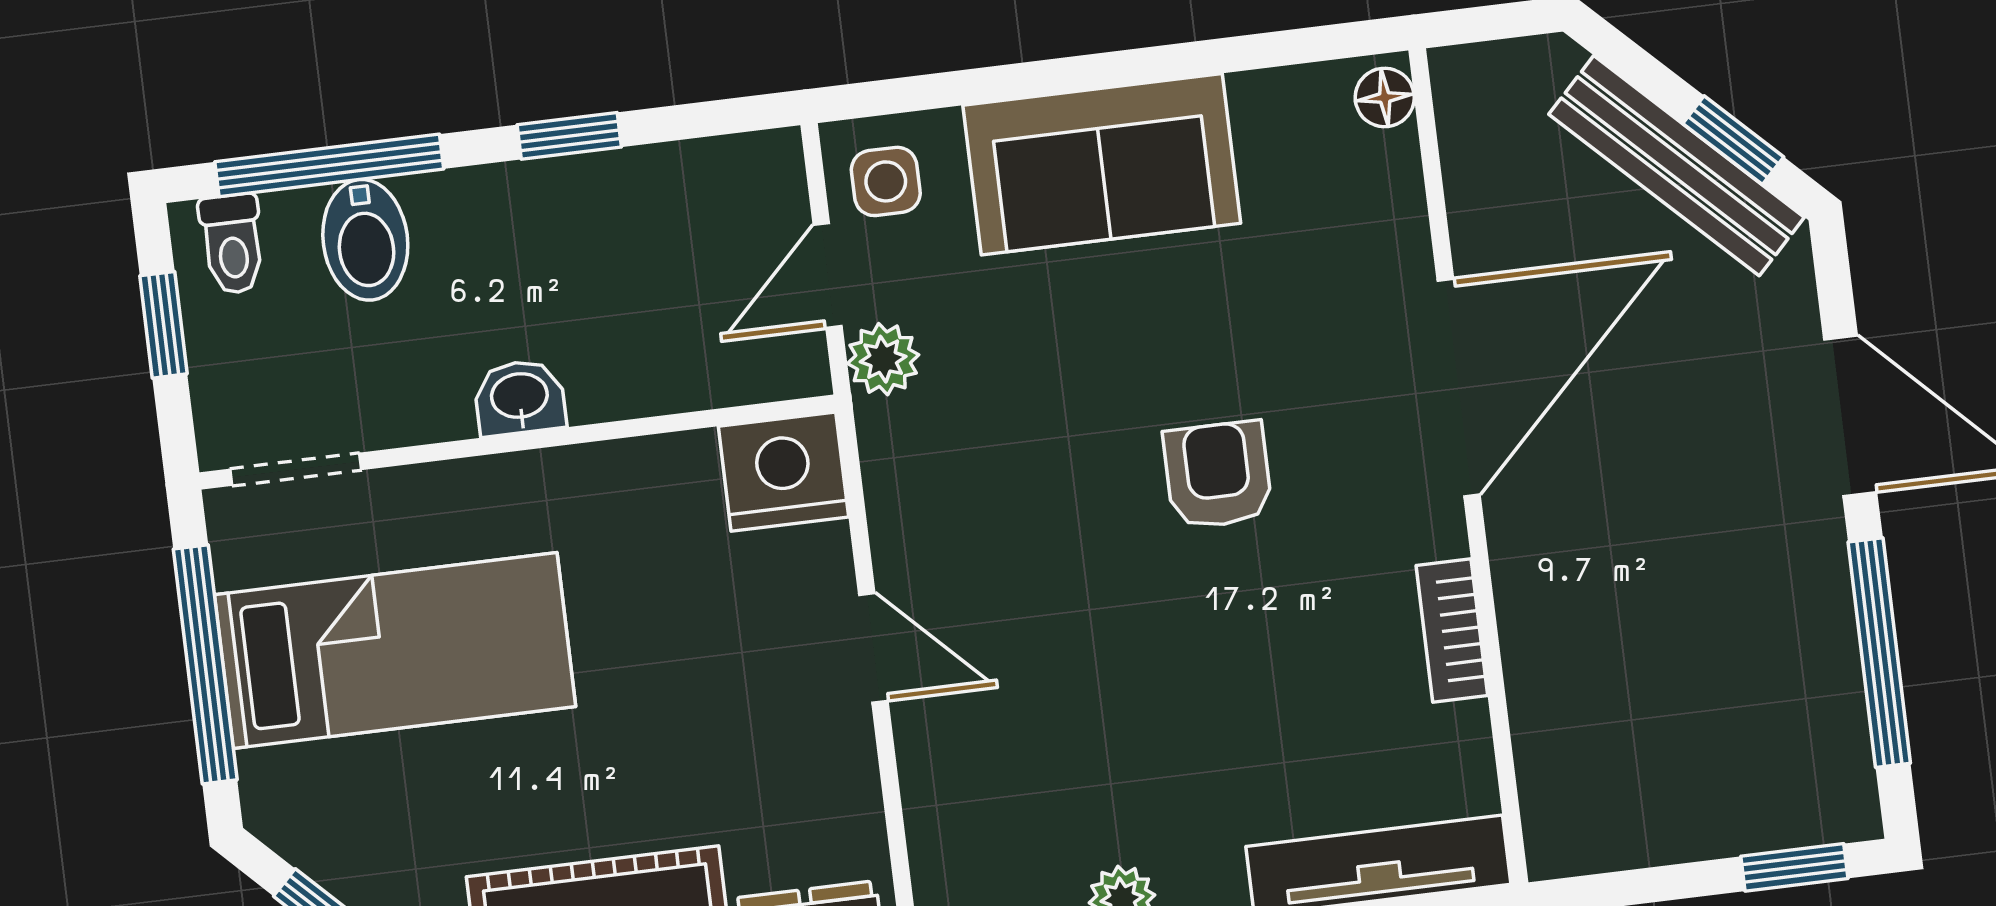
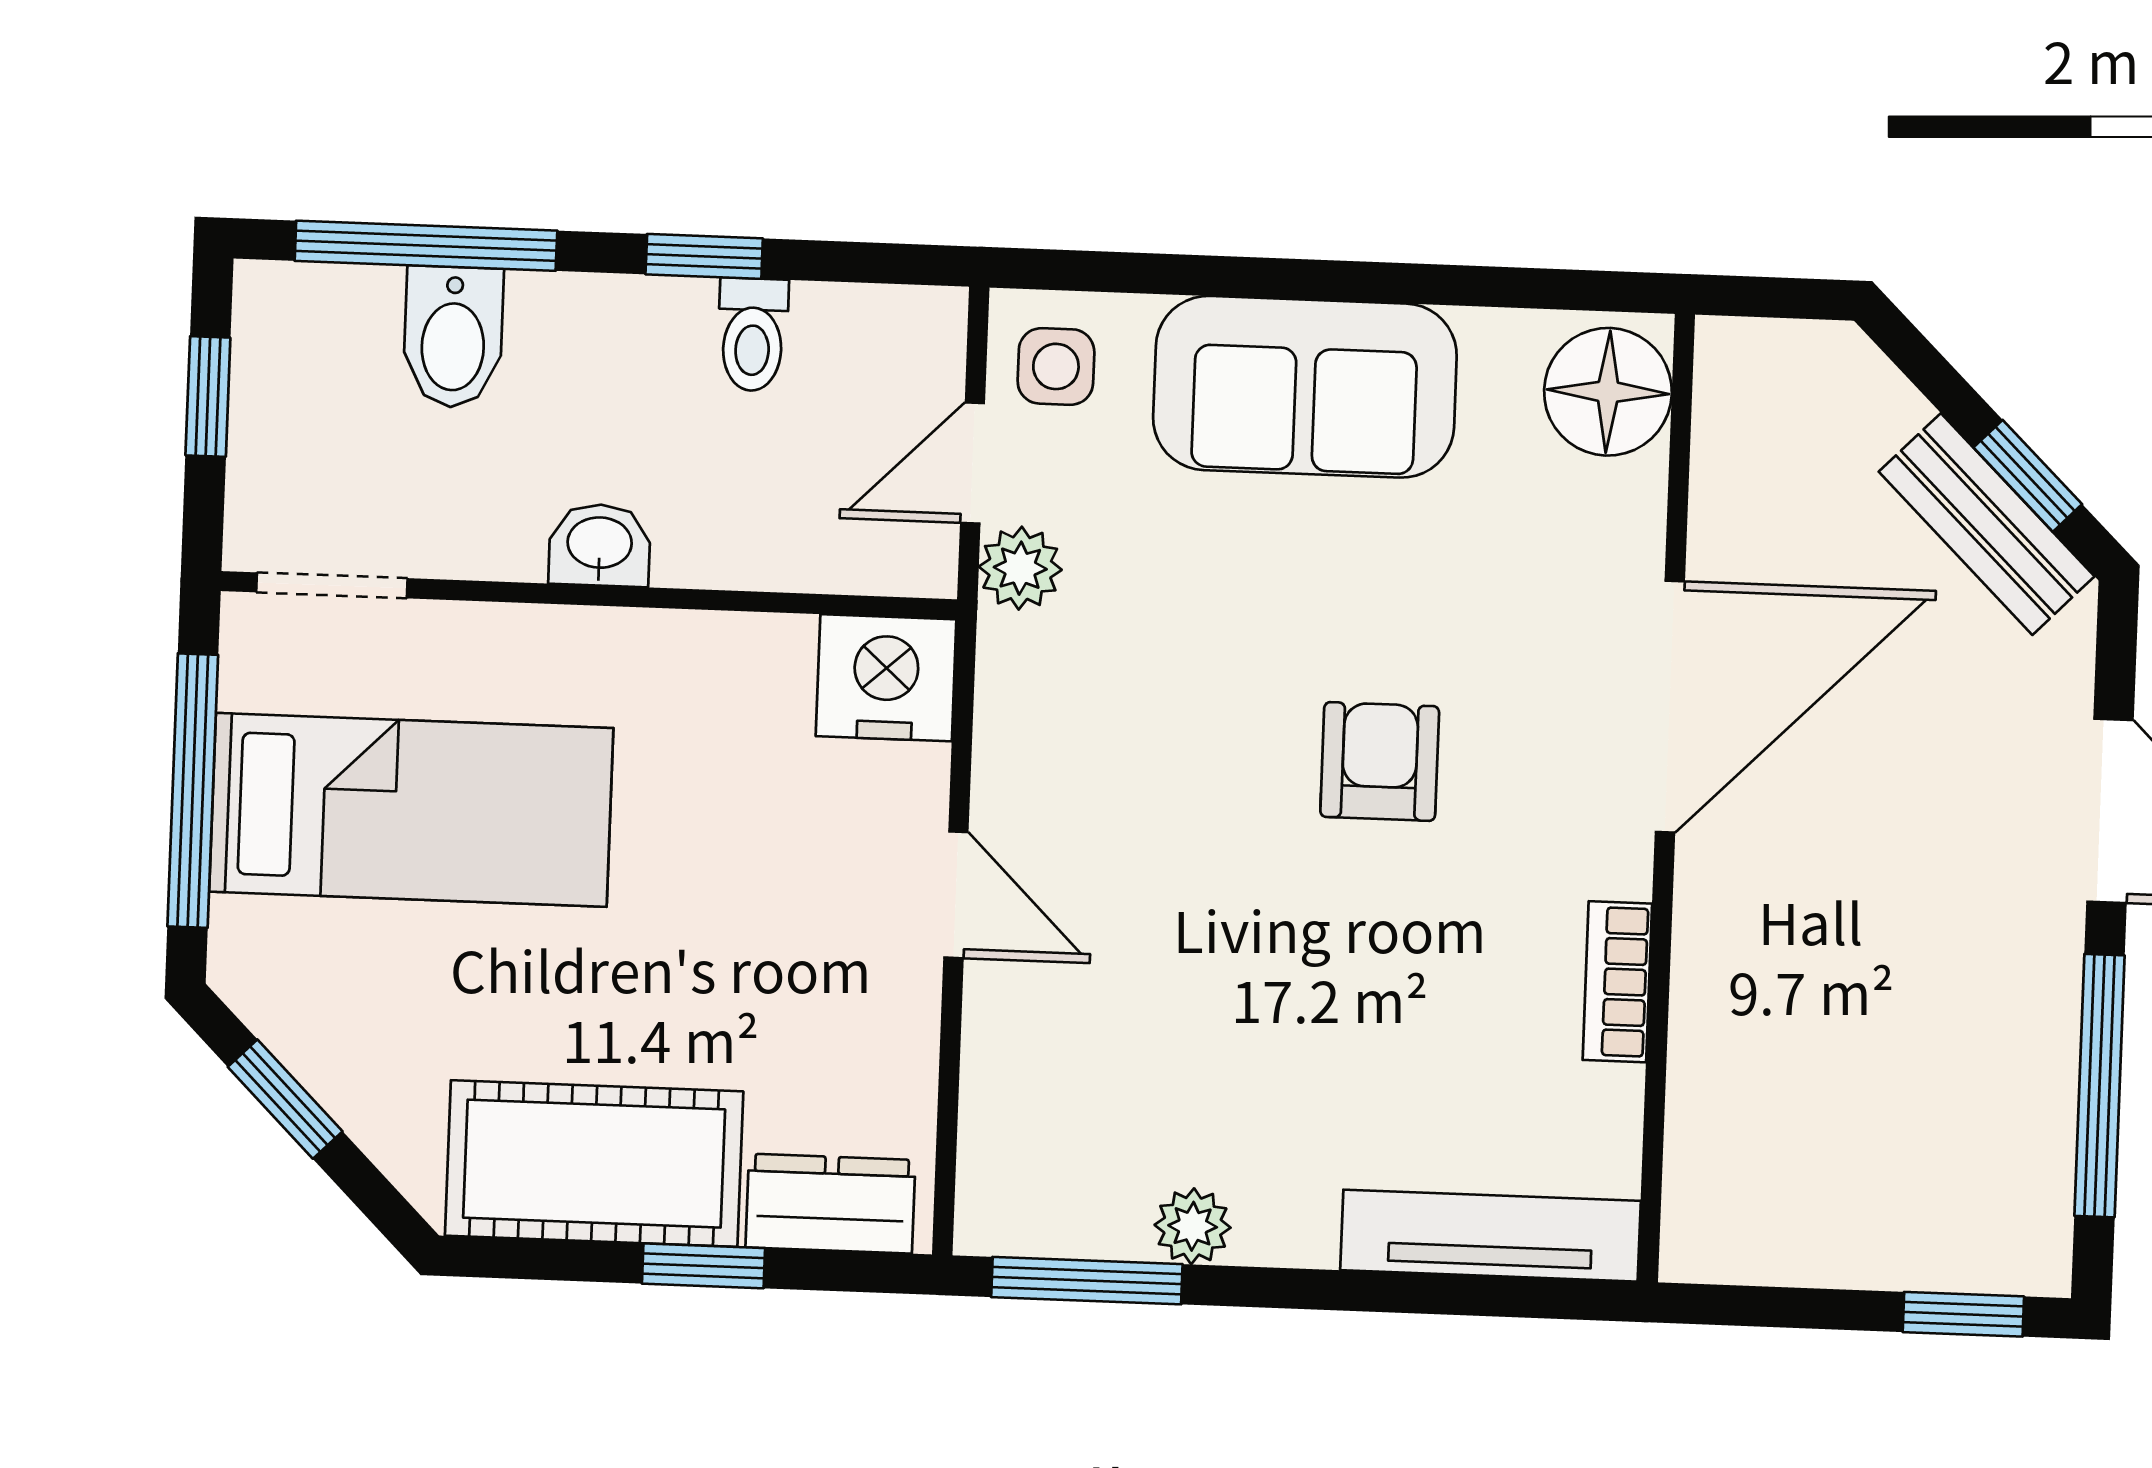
floor lamp: (1385, 97) -> (1608, 392), width x1.89, depth x1.89
bench: (1677, 166) -> (1987, 524), width x0.73
toilet: (232, 244) -> (753, 335), moved

